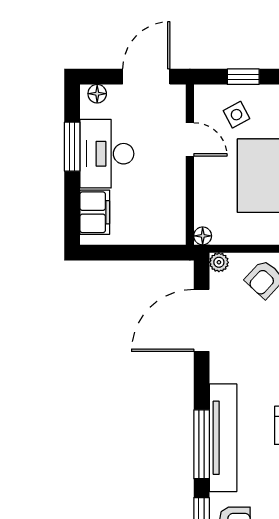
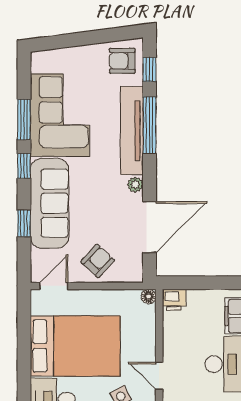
printer: (172, 232) -> (174, 300), added
plant: (219, 262) -> (135, 184), moved

